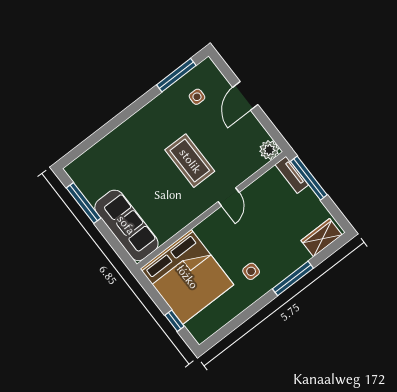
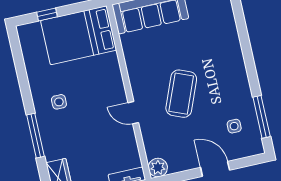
coffee table: (190, 161) -> (181, 94), turned -68
bed: (187, 277) -> (79, 35), width x0.73

